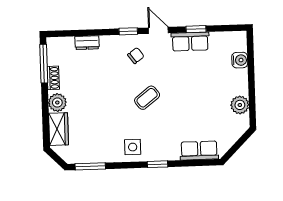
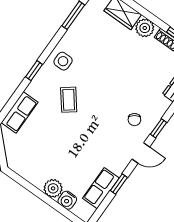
row of seats: (190, 42) -> (101, 188), moved
coffee table: (147, 98) -> (69, 100), moved
plant: (240, 105) -> (53, 188), moved

